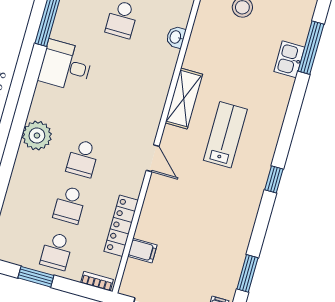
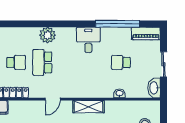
school desk: (83, 158) -> (42, 62), width x1.85
school desk: (70, 205) -> (16, 62), turned 180

